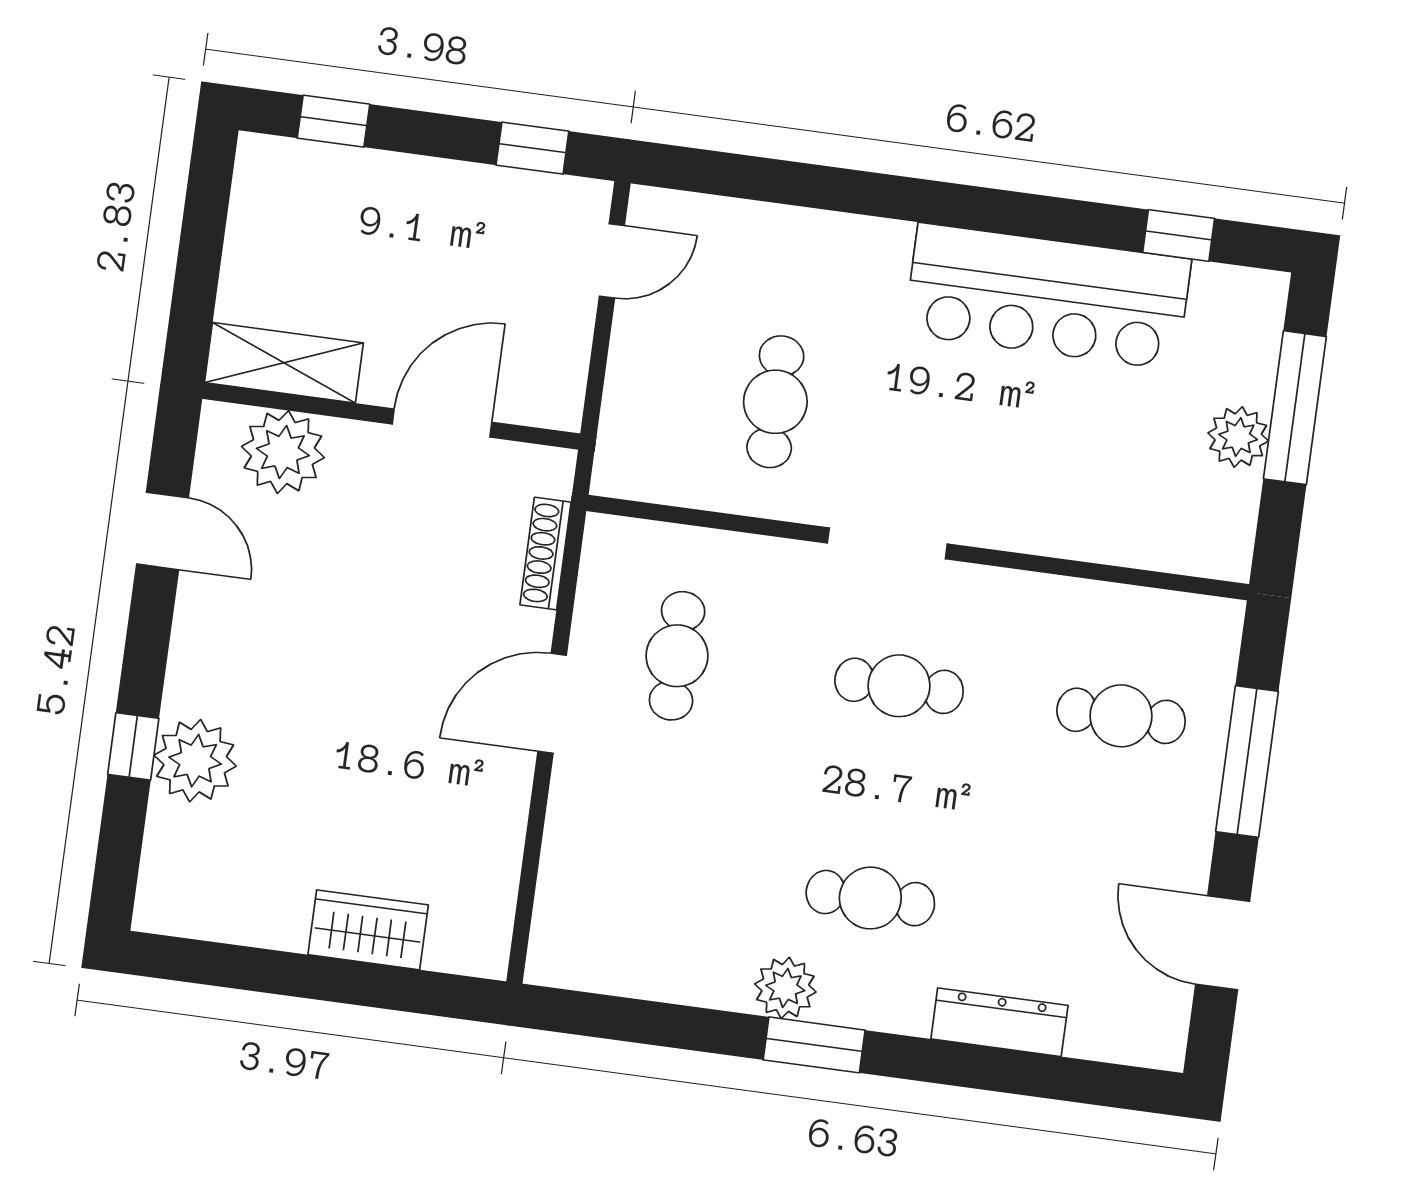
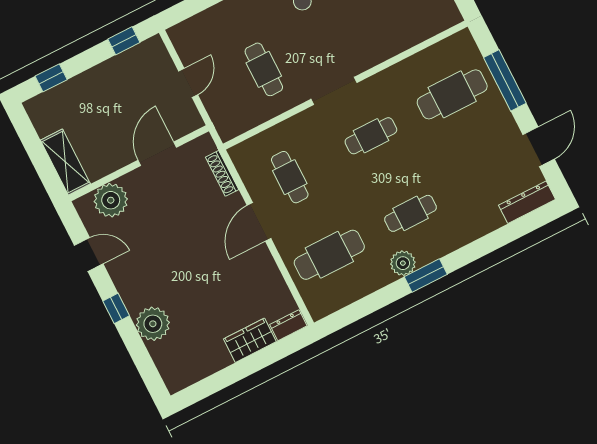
door: (612, 261) -> (188, 83), moved
shelving: (284, 363) -> (65, 162), moved, turned 90
cafe table: (1121, 716) -> (452, 94), width x1.37, depth x1.35
window: (133, 746) -> (116, 308), moved
cafe table: (648, 868) -> (329, 255), added
door: (1223, 943) -> (539, 147), swing flipped
dresser: (467, 953) -> (288, 325), added
dresser: (999, 1022) -> (527, 202), moved

